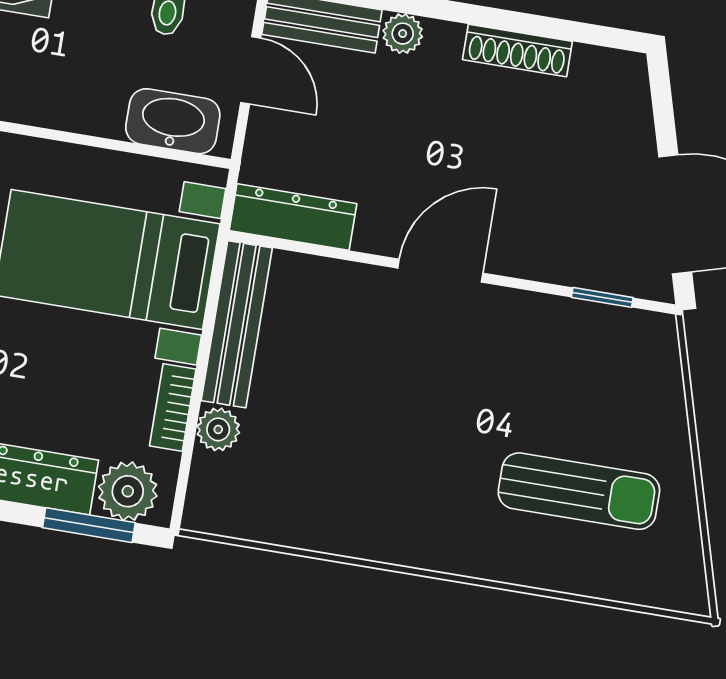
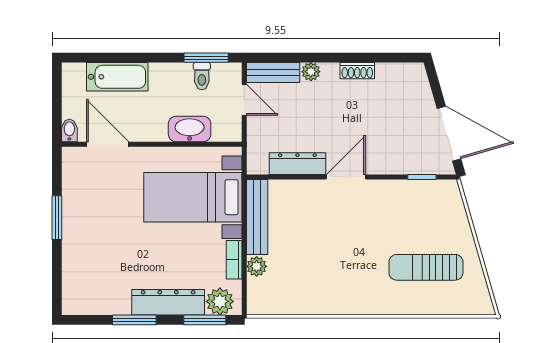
shoe rack: (517, 50) -> (357, 71), width x0.70
washbasin: (173, 121) -> (190, 129), moved
dresser: (293, 217) -> (297, 164), moved
sun lounger: (579, 491) -> (426, 267), turned 180

